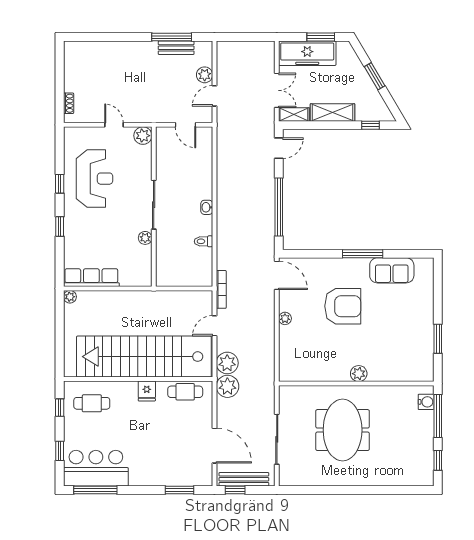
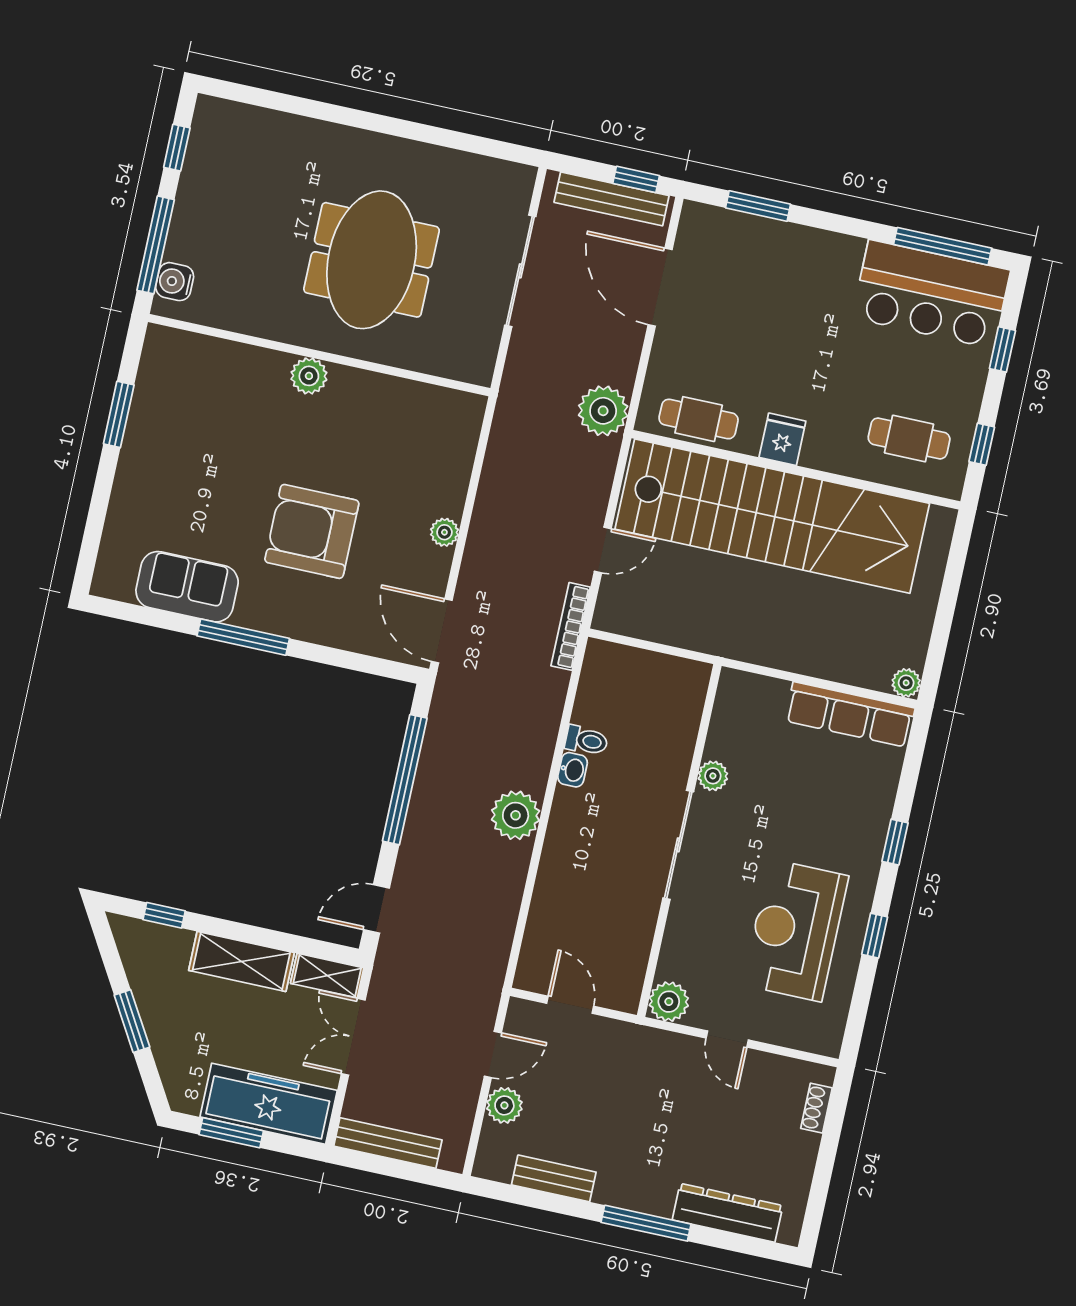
window: (172, 37) -> (646, 1223), moved
bench: (252, 47) -> (388, 1143), added
dresser: (97, 49) -> (728, 1213), added
washbasin: (207, 207) -> (573, 770), moved
plant: (227, 363) -> (516, 815), moved

